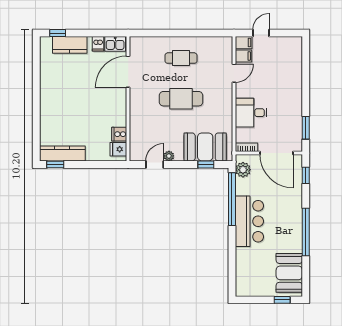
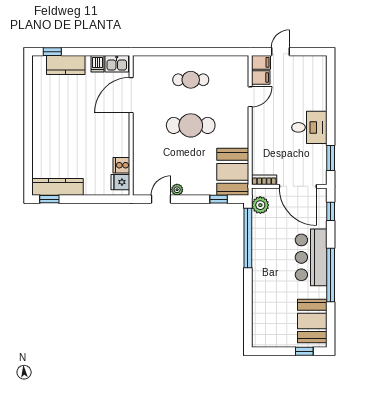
desk: (251, 113) -> (309, 127), moved, turned 180
booth: (205, 147) -> (233, 172), moved, turned 90
bar counter: (249, 221) -> (311, 257), moved, turned 180

